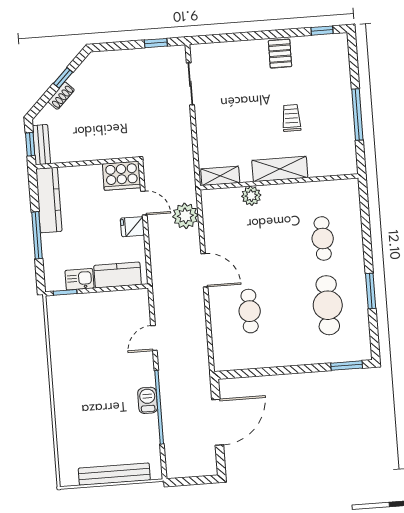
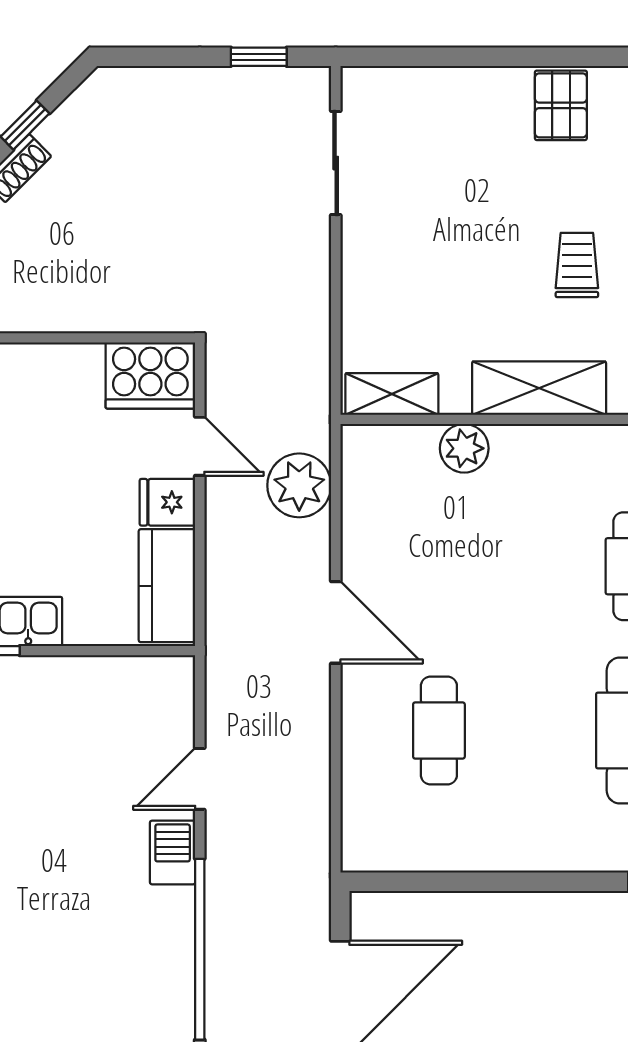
kitchen counter: (118, 275) -> (167, 586), moved, turned -90
barbecue: (148, 400) -> (173, 852), moved

